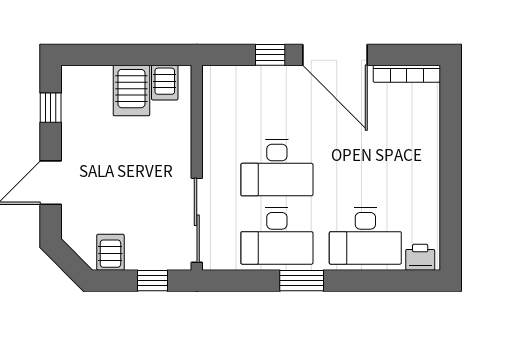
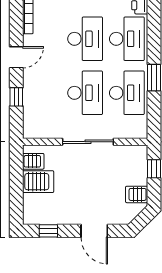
door: (335, 55) -> (16, 57), width x0.53
desk: (365, 168) -> (85, 39), added
sliding door: (197, 220) -> (88, 142), moved

